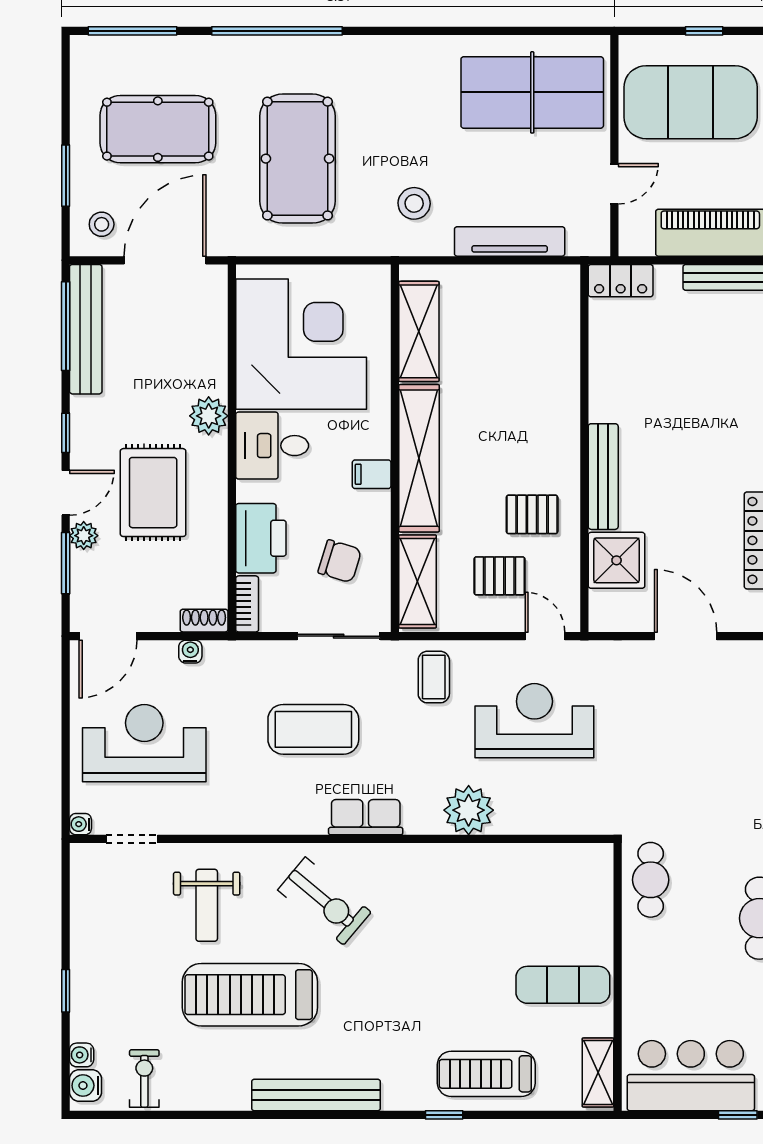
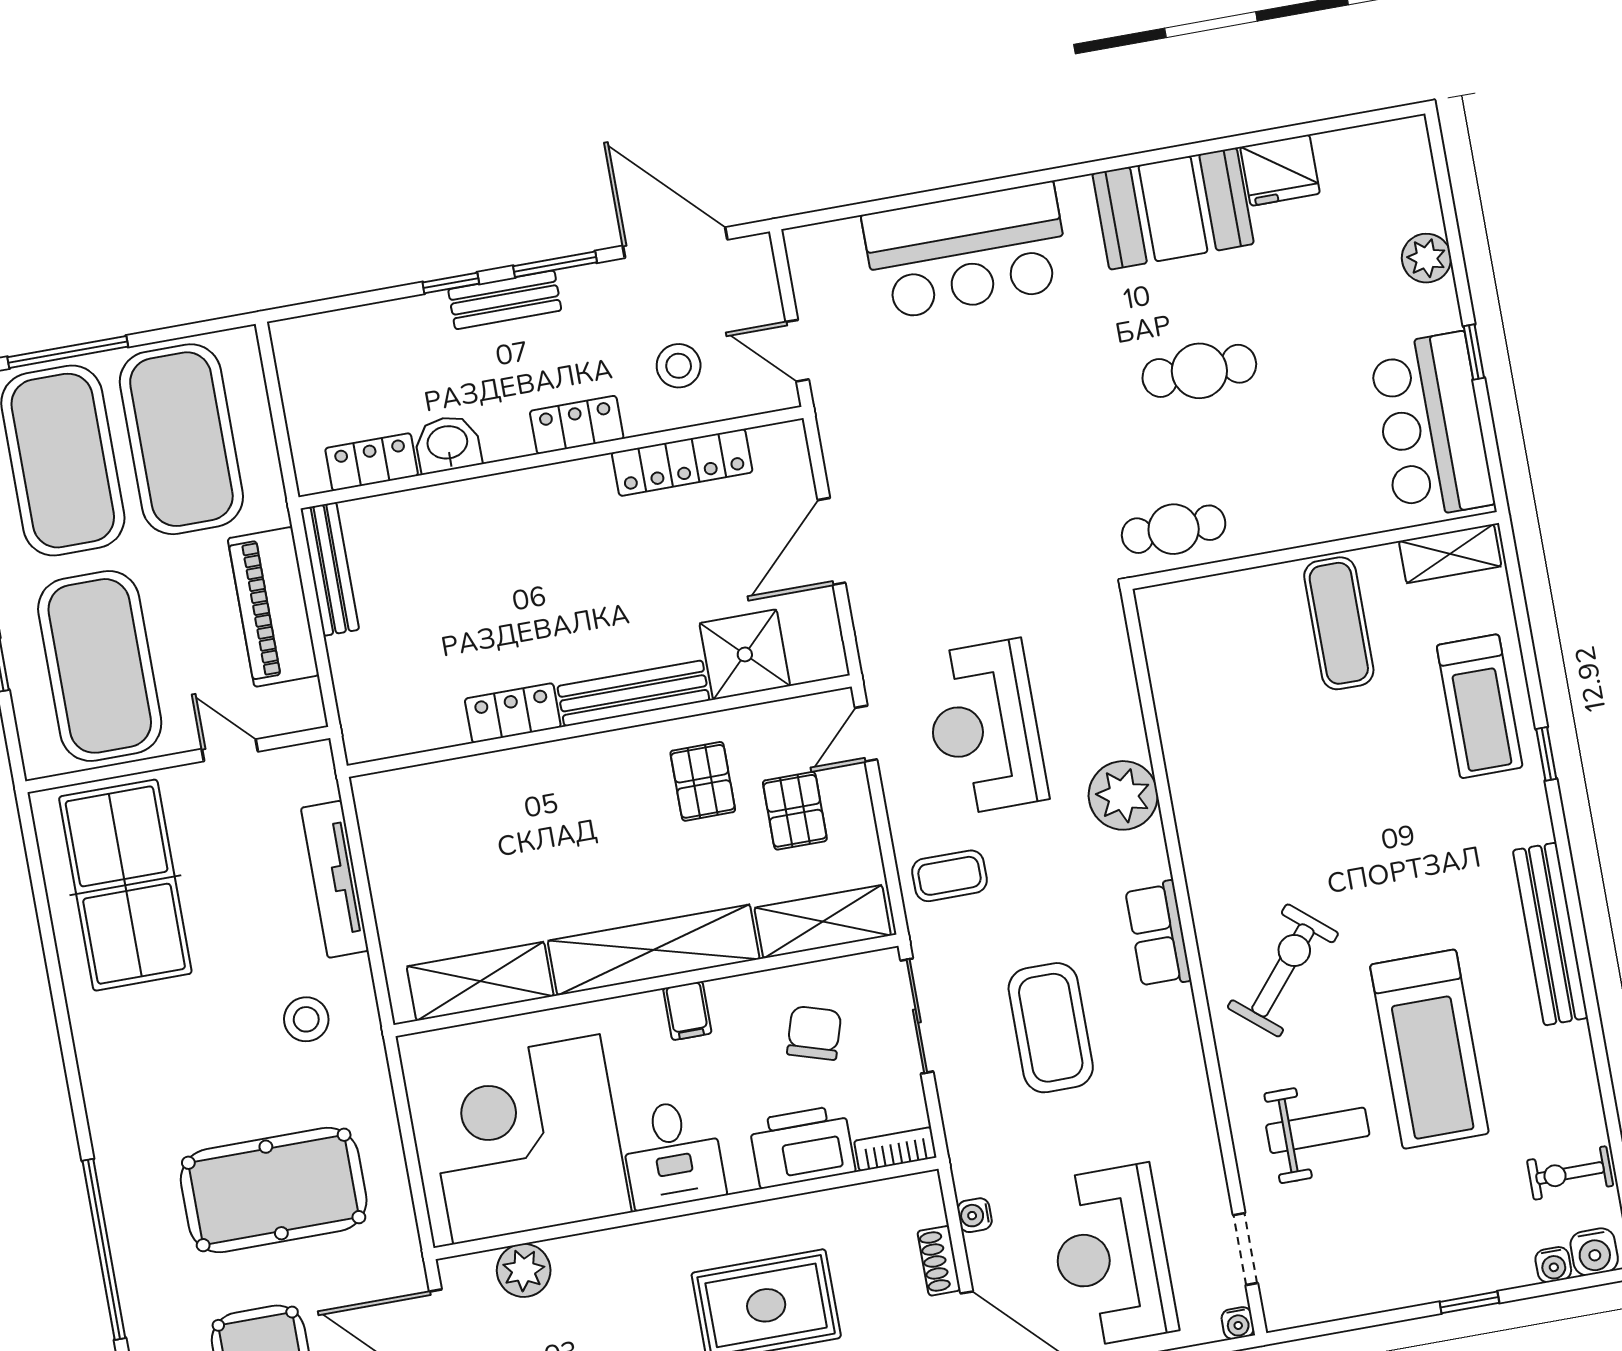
locker: (621, 281) -> (513, 713), moved, turned -90
plant: (209, 416) -> (524, 1270), moved
shoe rack: (204, 621) -> (939, 1261), moved

